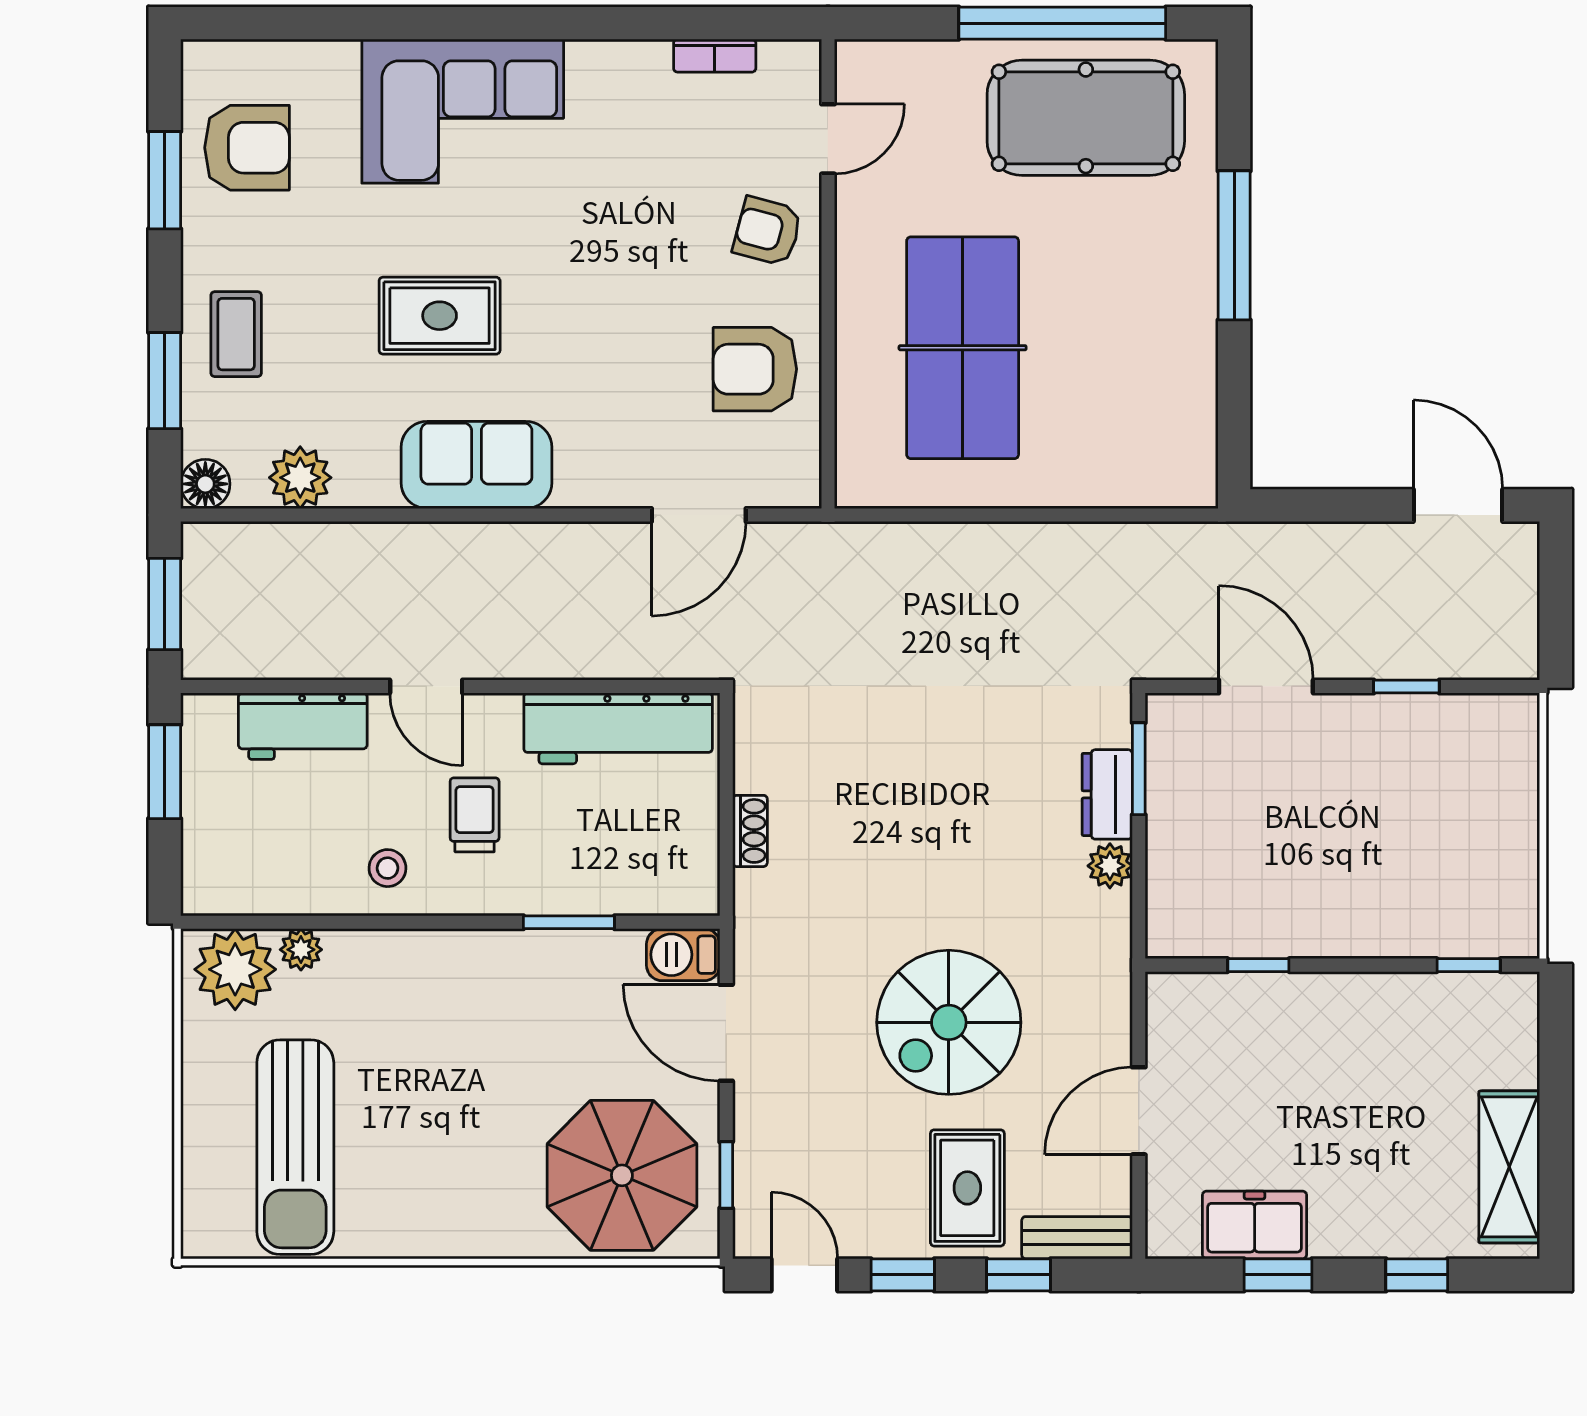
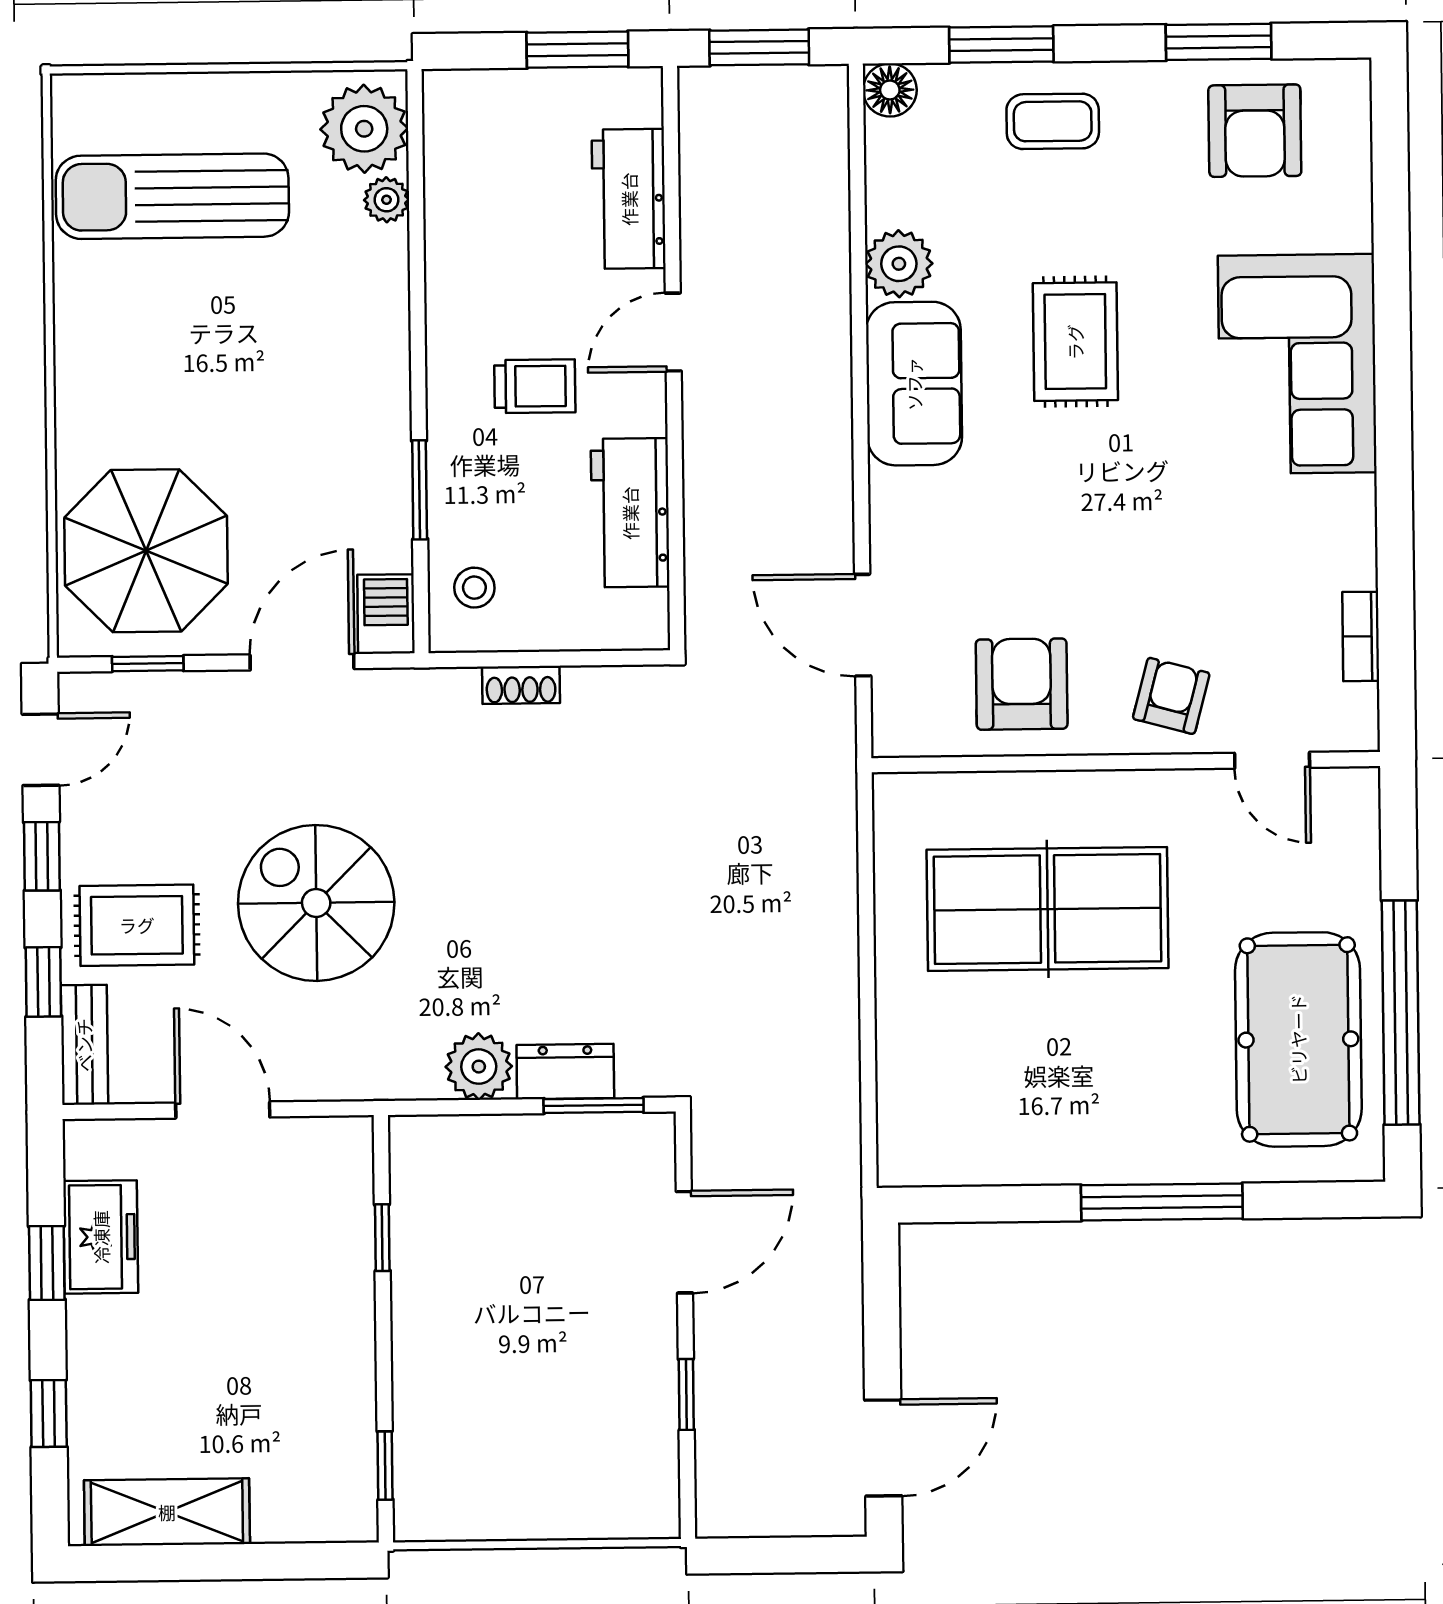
plant: (300, 478) -> (899, 264), moved
workbench: (618, 728) -> (630, 513), width x0.73
plant: (1110, 866) -> (479, 1067), width x1.38, depth x1.38
stool: (387, 868) -> (474, 588), moved

